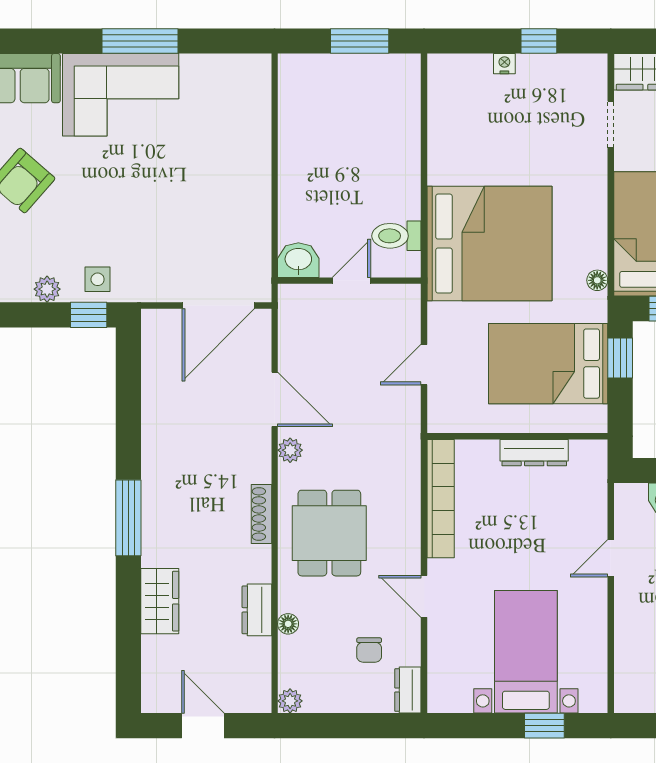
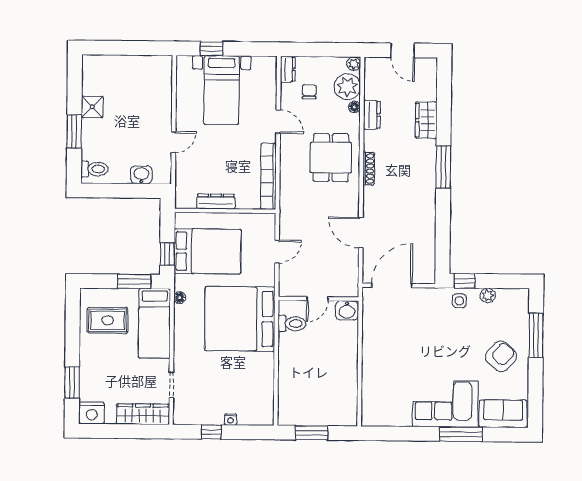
window: (140, 41) -> (461, 434), moved
plant: (290, 450) -> (347, 87), moved, width x1.88, depth x1.88

